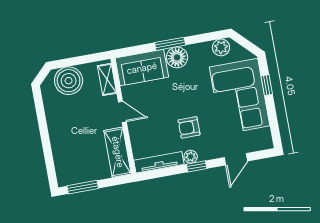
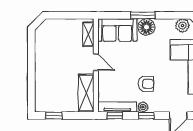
boiler: (69, 81) -> (58, 30), removed
armchair: (189, 127) -> (146, 84), turned 180
window: (158, 173) -> (115, 115), added
window: (83, 187) -> (54, 115), width x0.67

